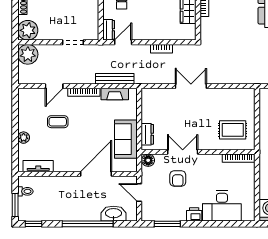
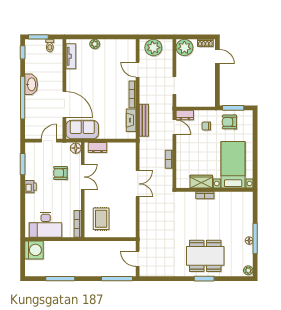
plant: (28, 54) -> (153, 48), moved
coffee table: (58, 122) -> (108, 73), removed
sofa: (126, 139) -> (82, 130), moved
desk: (222, 206) -> (46, 225), moved, turned -90
washbasin: (113, 214) -> (31, 84), moved

